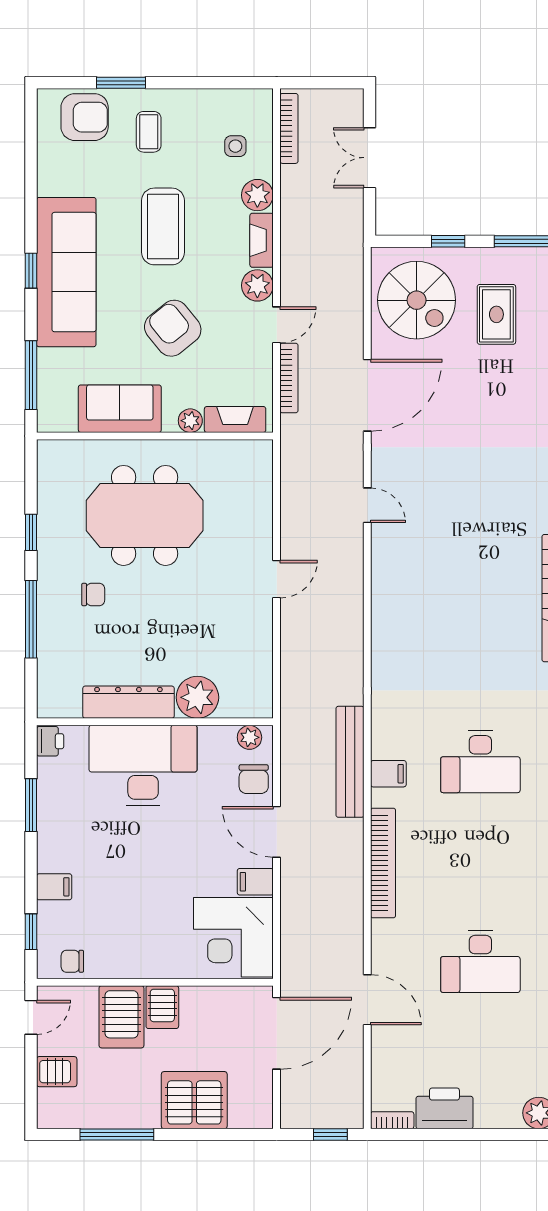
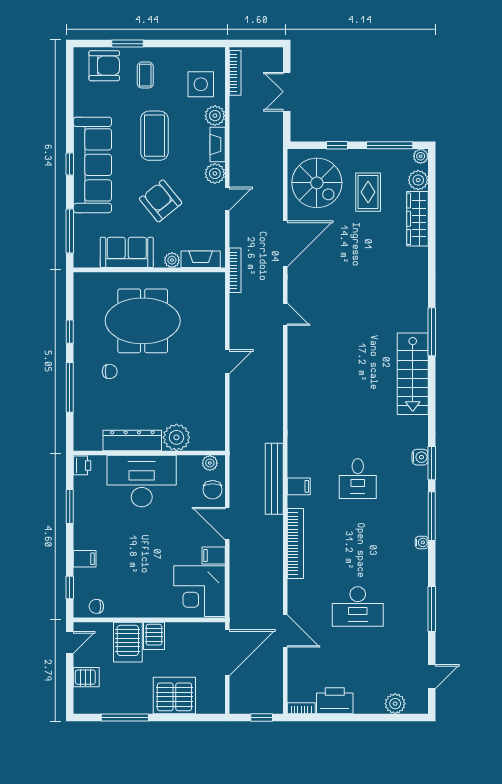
side table: (235, 146) -> (201, 84), width x1.87, depth x1.87
bookcase: (289, 378) -> (235, 270), moved
desk: (480, 762) -> (358, 479), width x0.73

